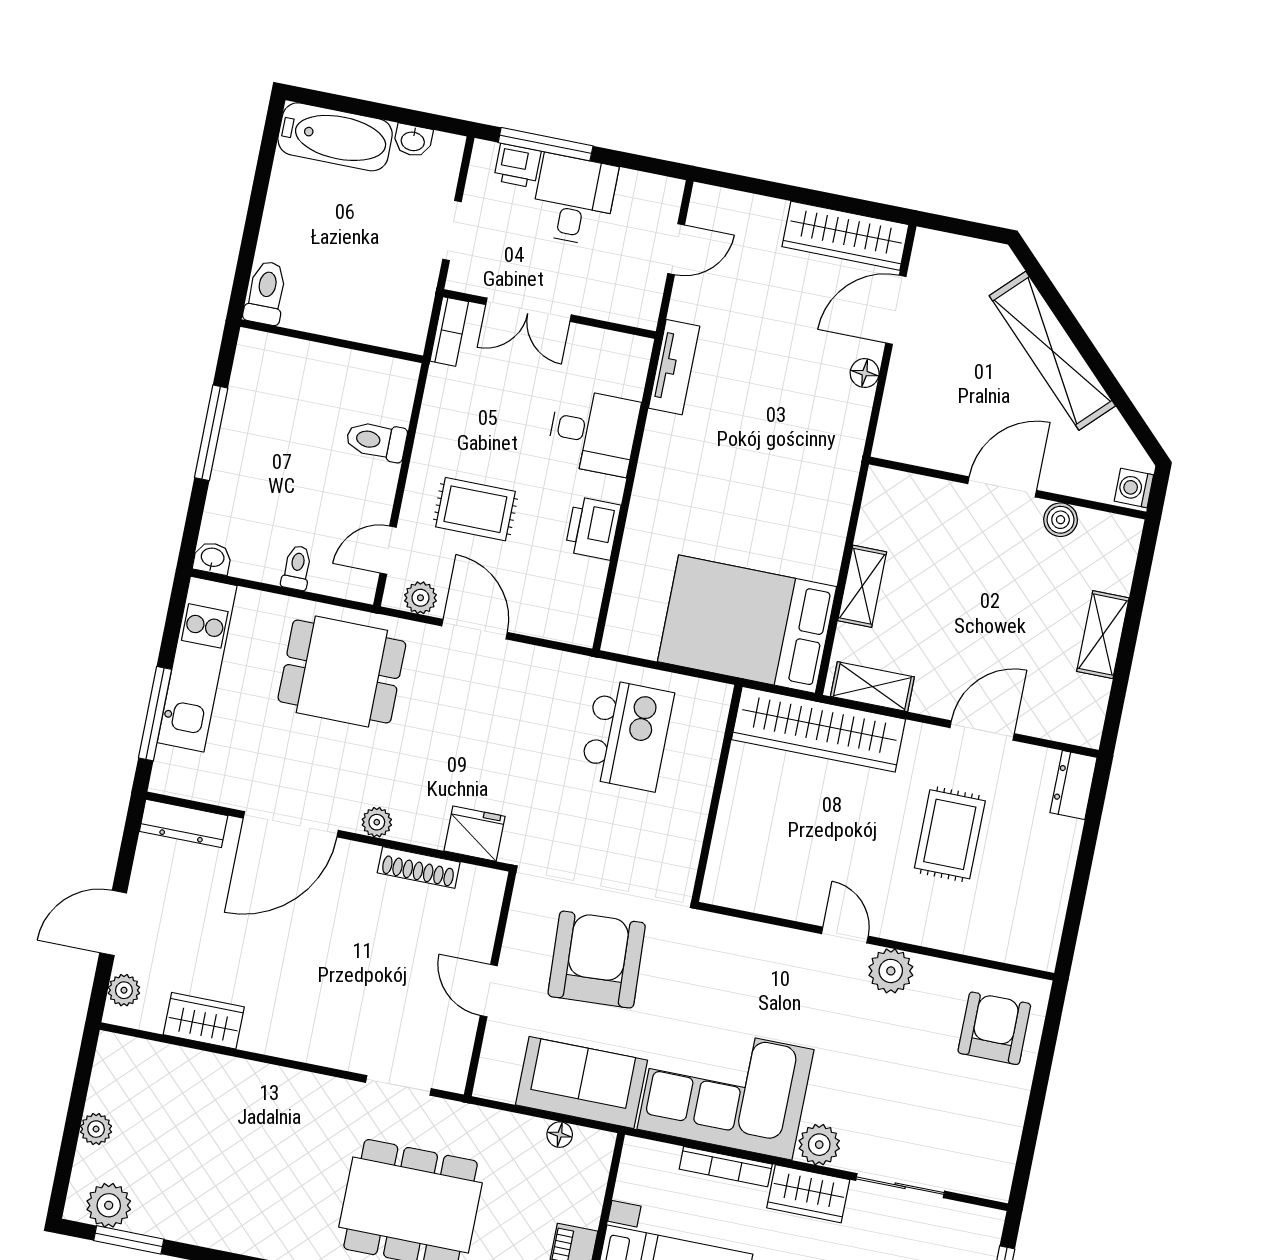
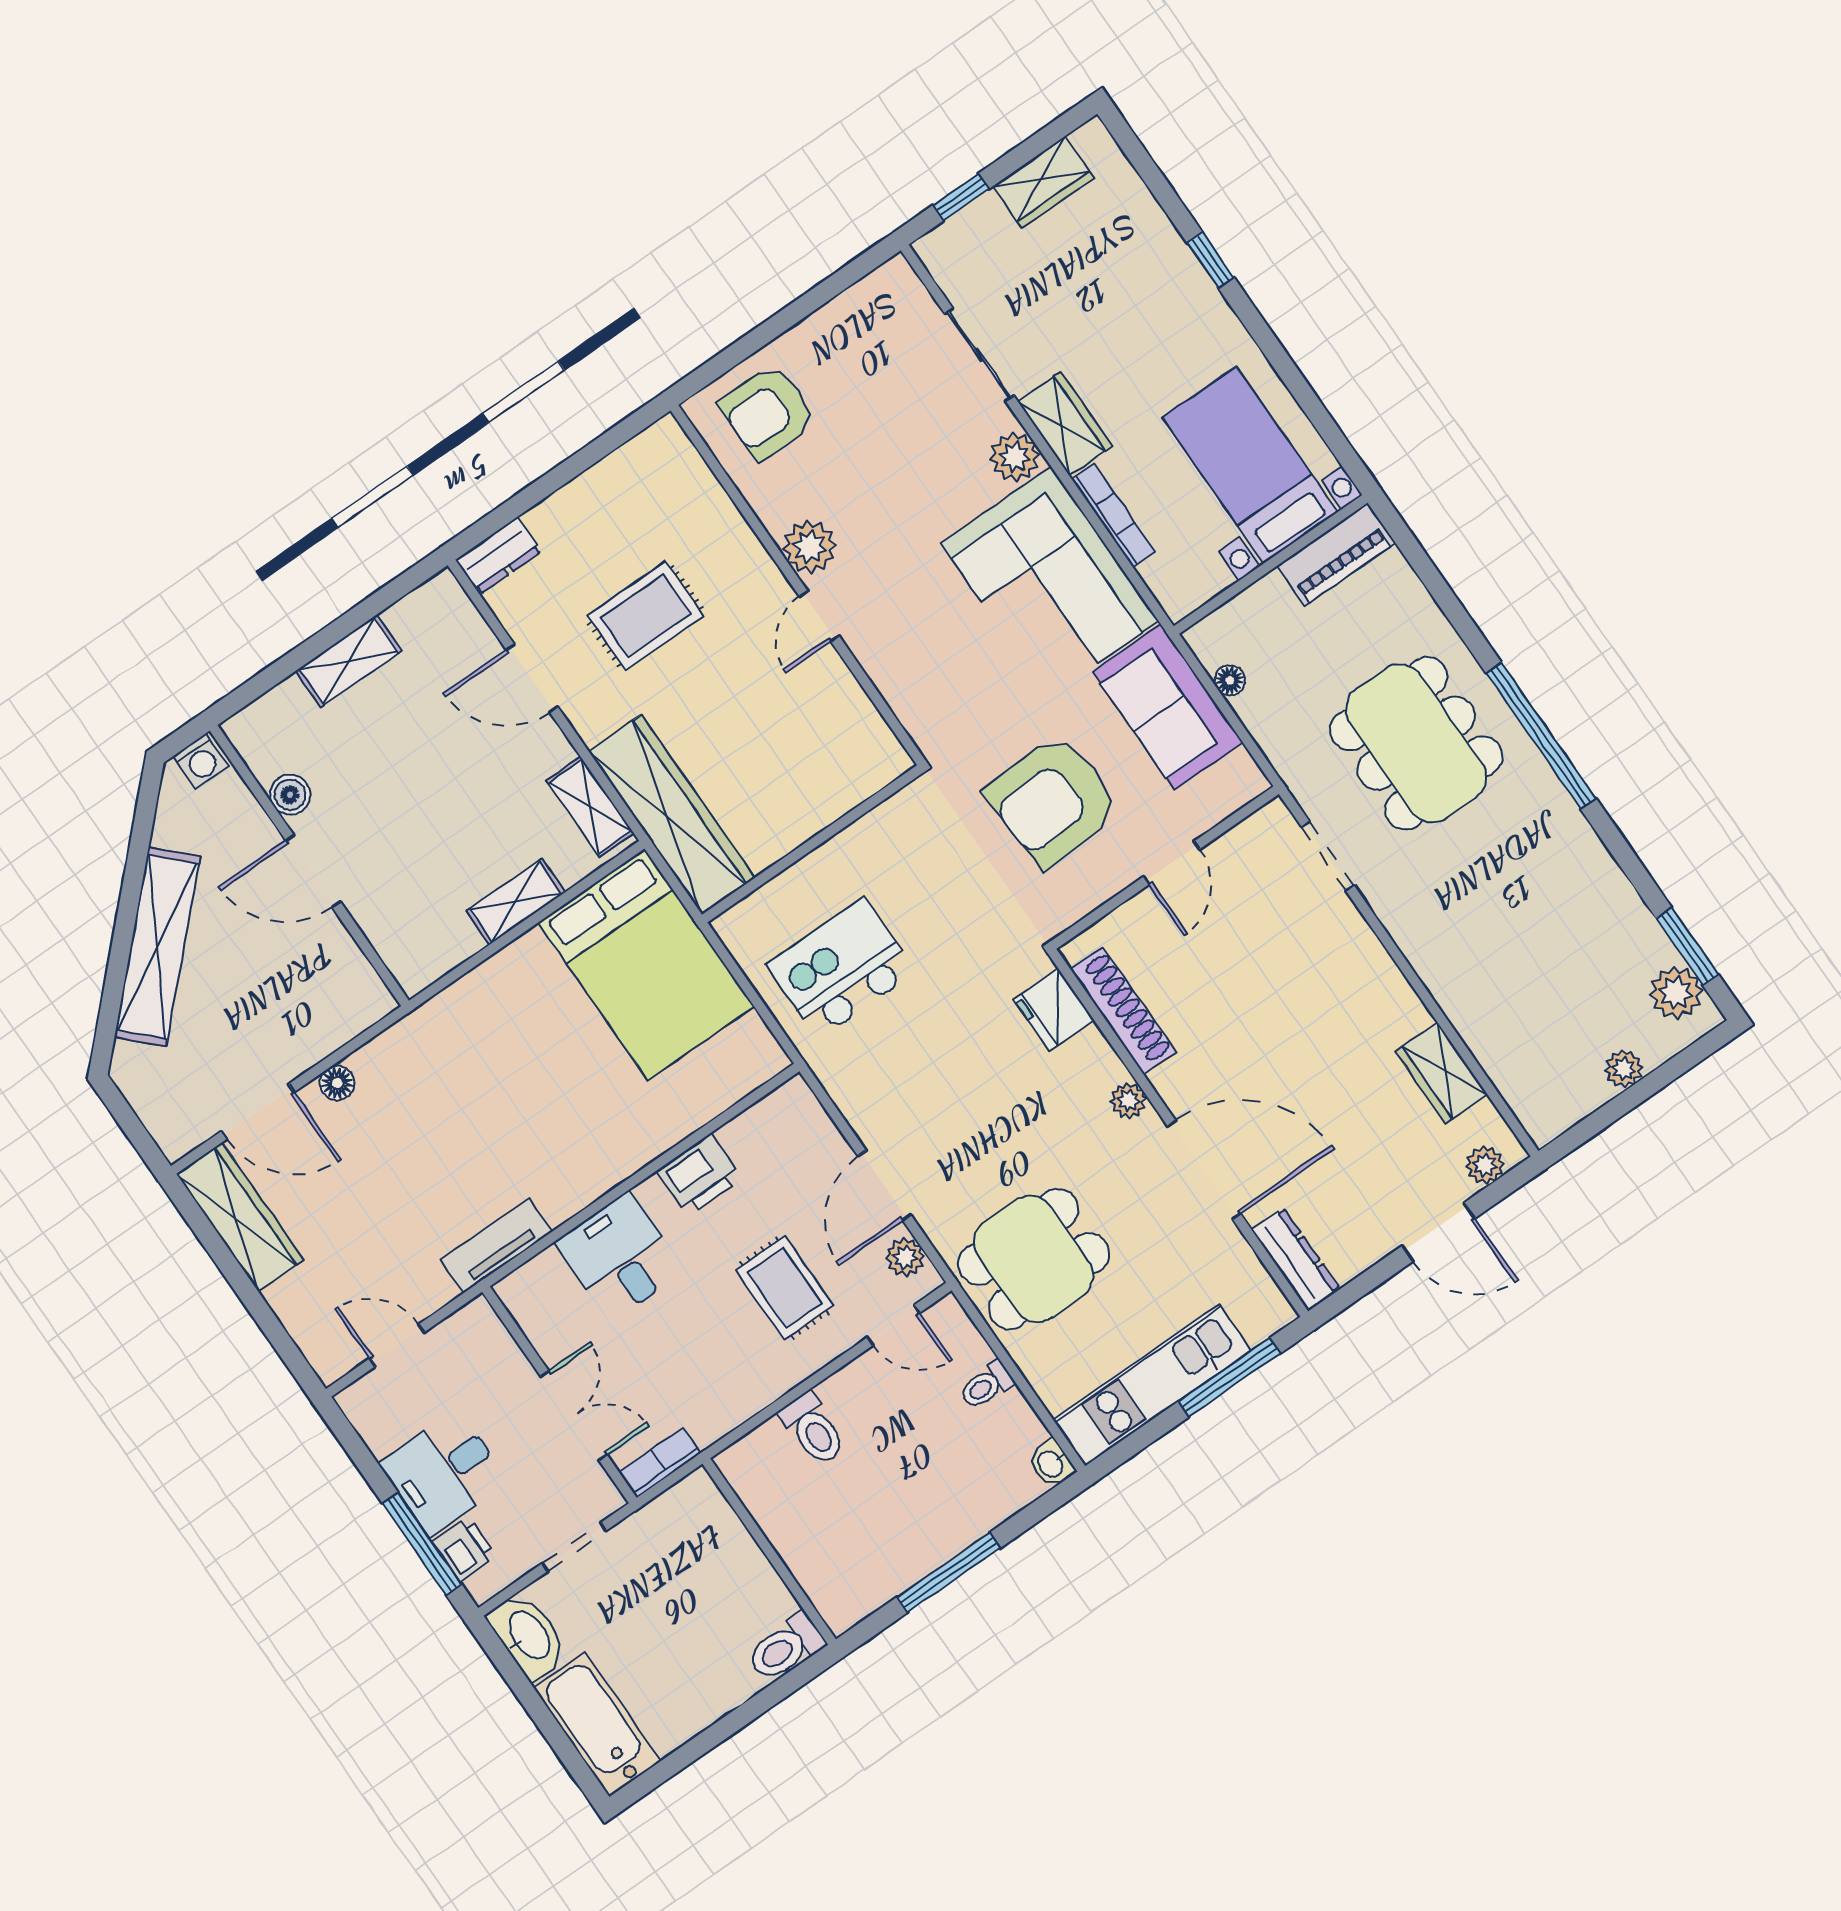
washbasin: (413, 141) -> (528, 1636), width x1.91, depth x1.45
dining table: (342, 671) -> (1034, 1259), turned 90
shoe rack: (419, 867) -> (1123, 1011), width x1.36, depth x1.24

